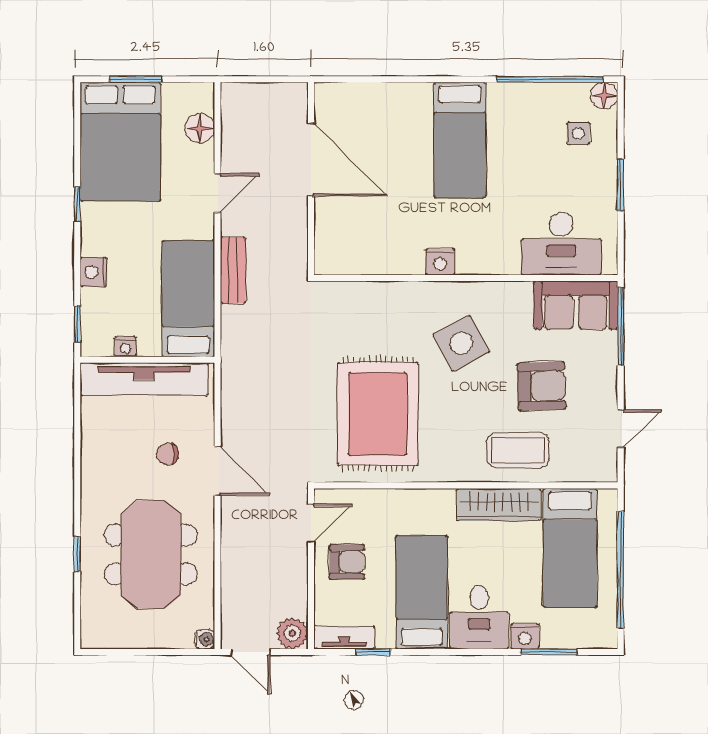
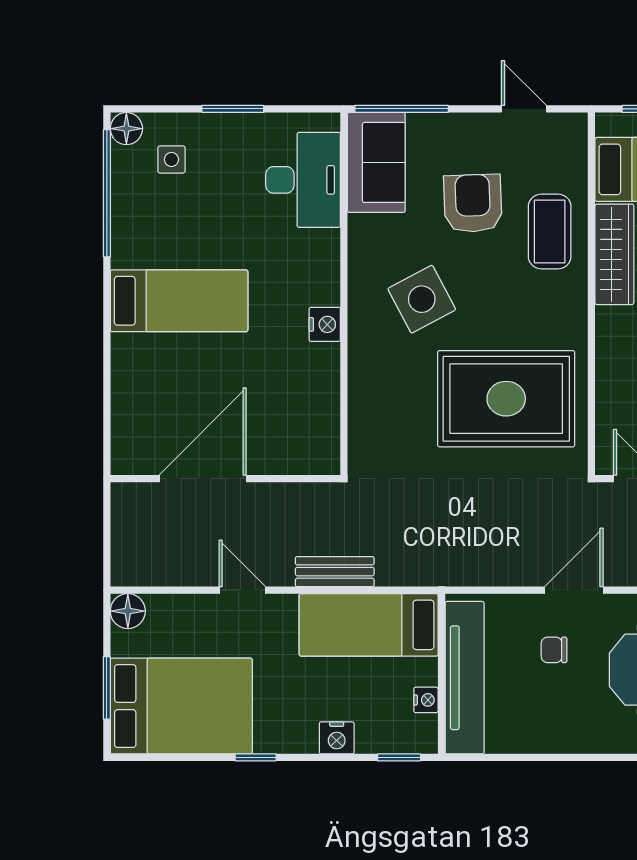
floor lamp: (200, 128) -> (128, 611), moved
chair: (167, 454) -> (554, 650), turned 90

